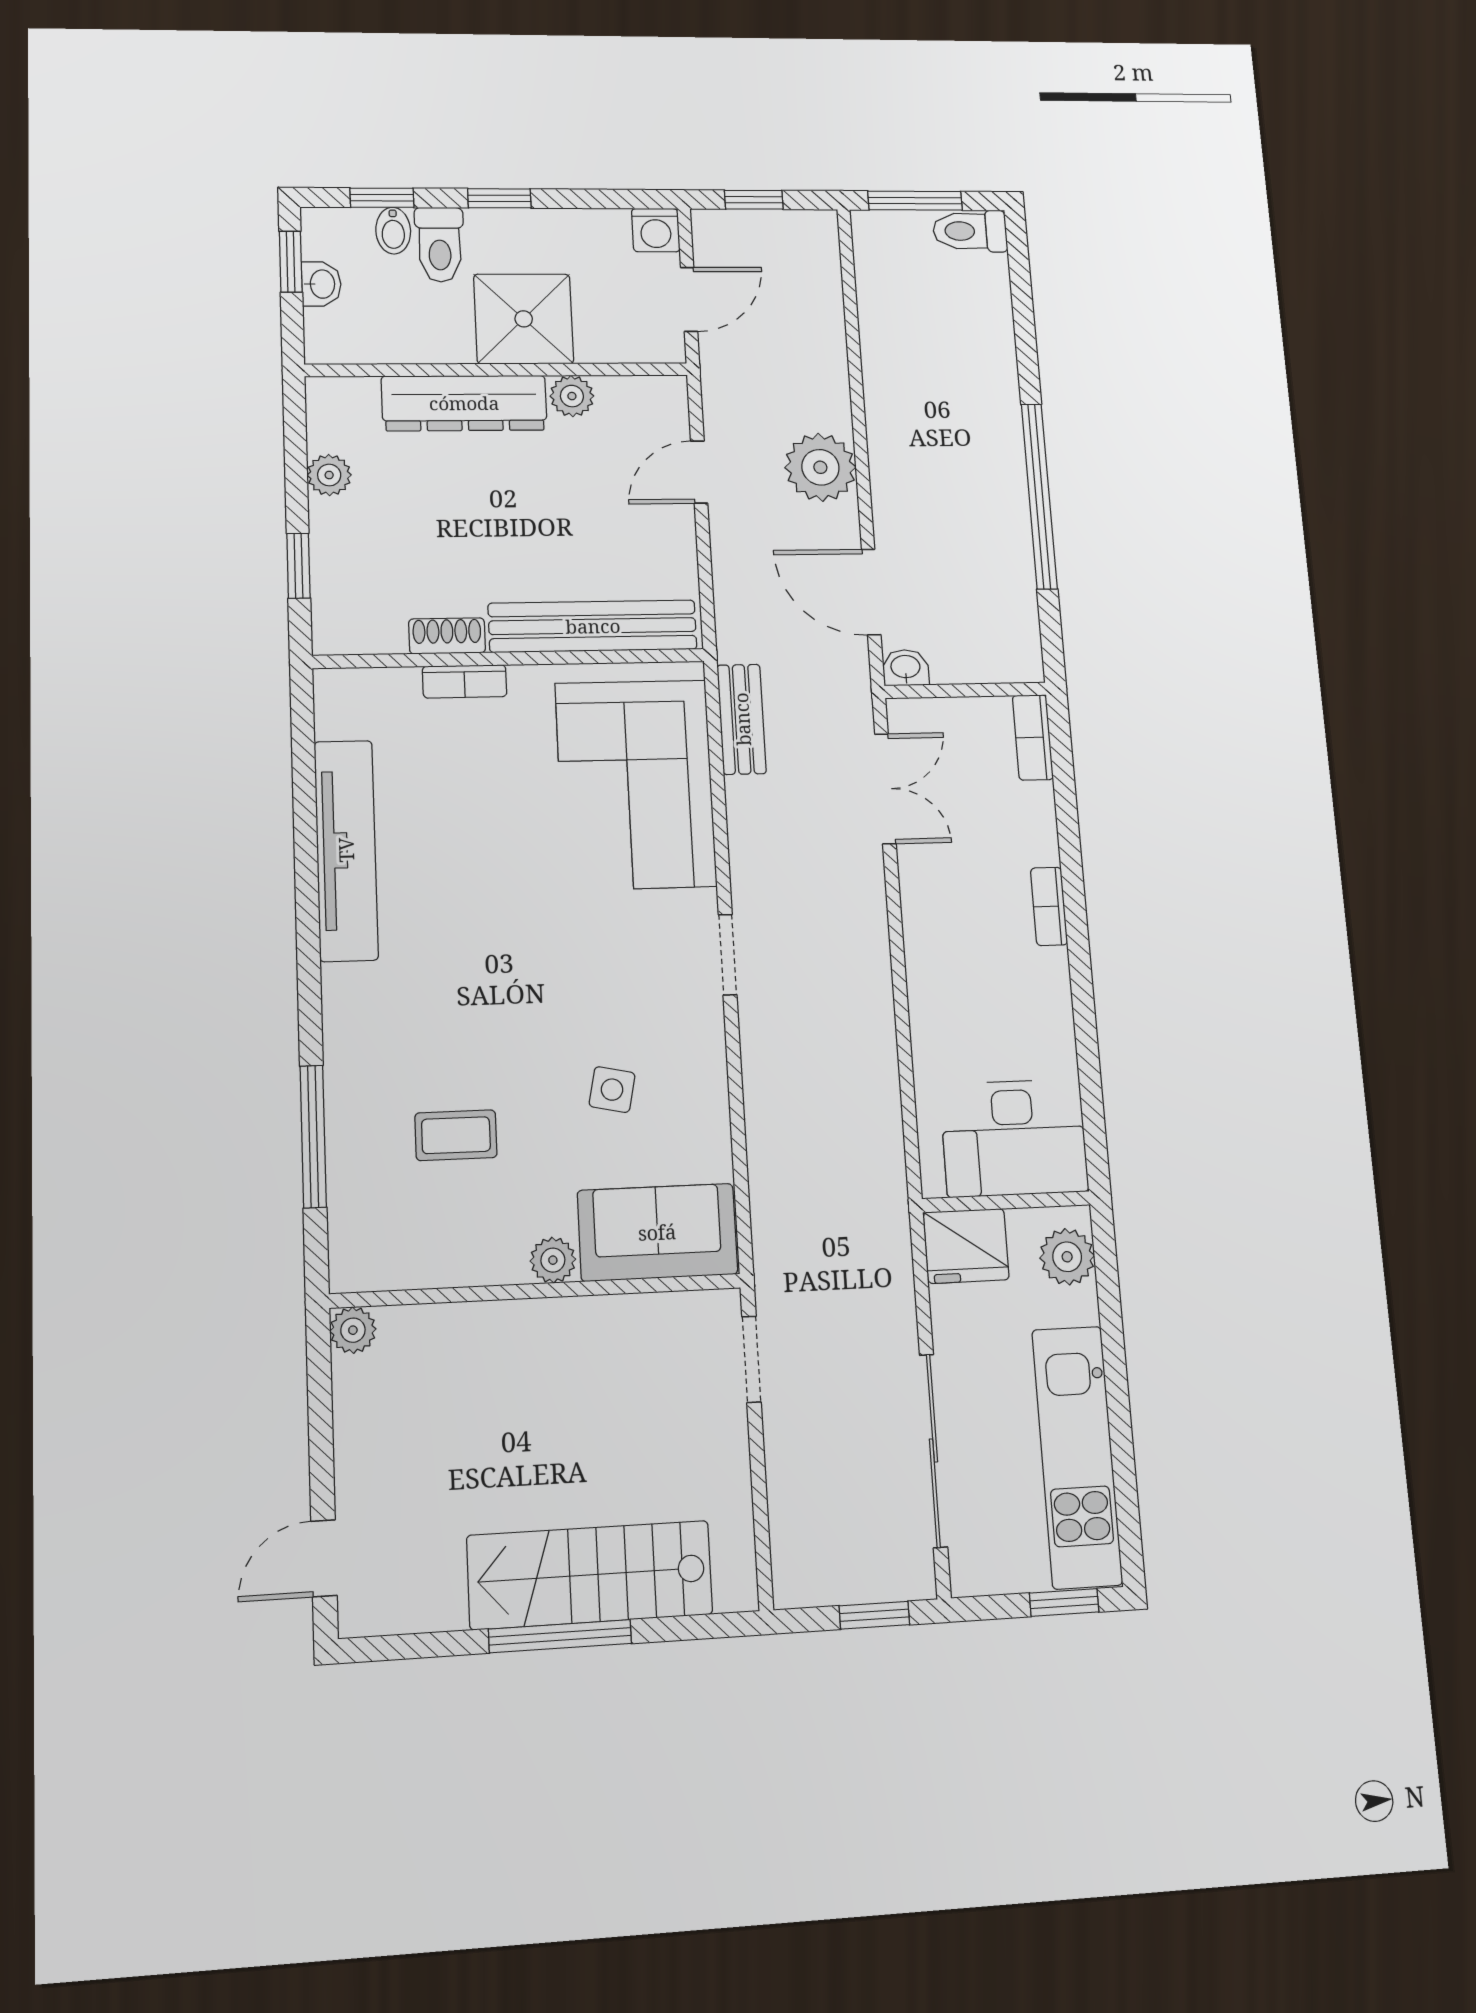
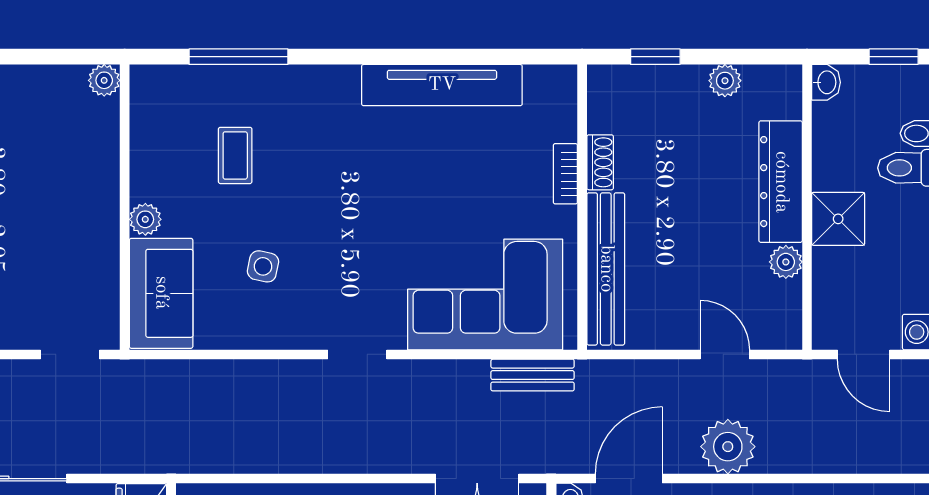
washbasin: (321, 284) -> (826, 82), moved, turned -90
shower: (524, 319) -> (838, 219), width x0.73, depth x0.73

